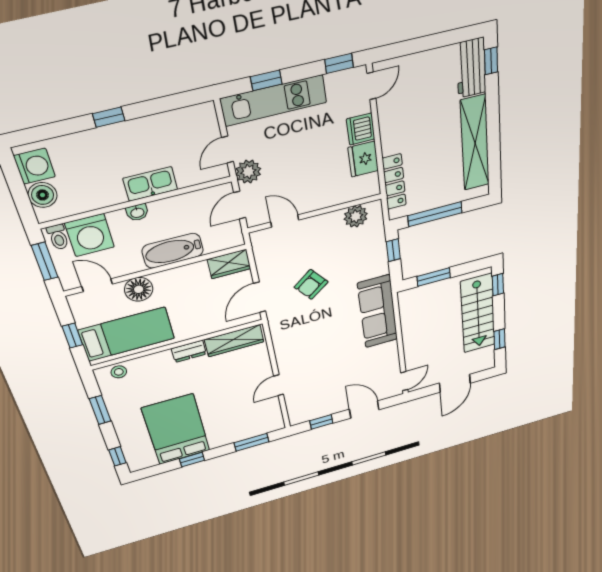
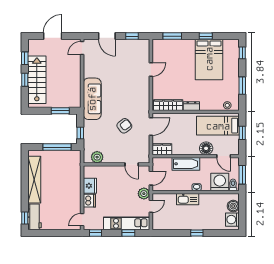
locker: (394, 182) -> (76, 170), removed
window: (498, 285) -> (25, 80), moved

